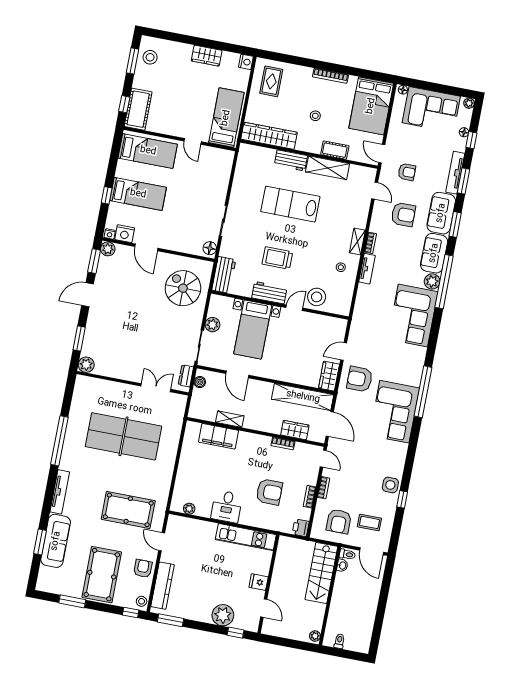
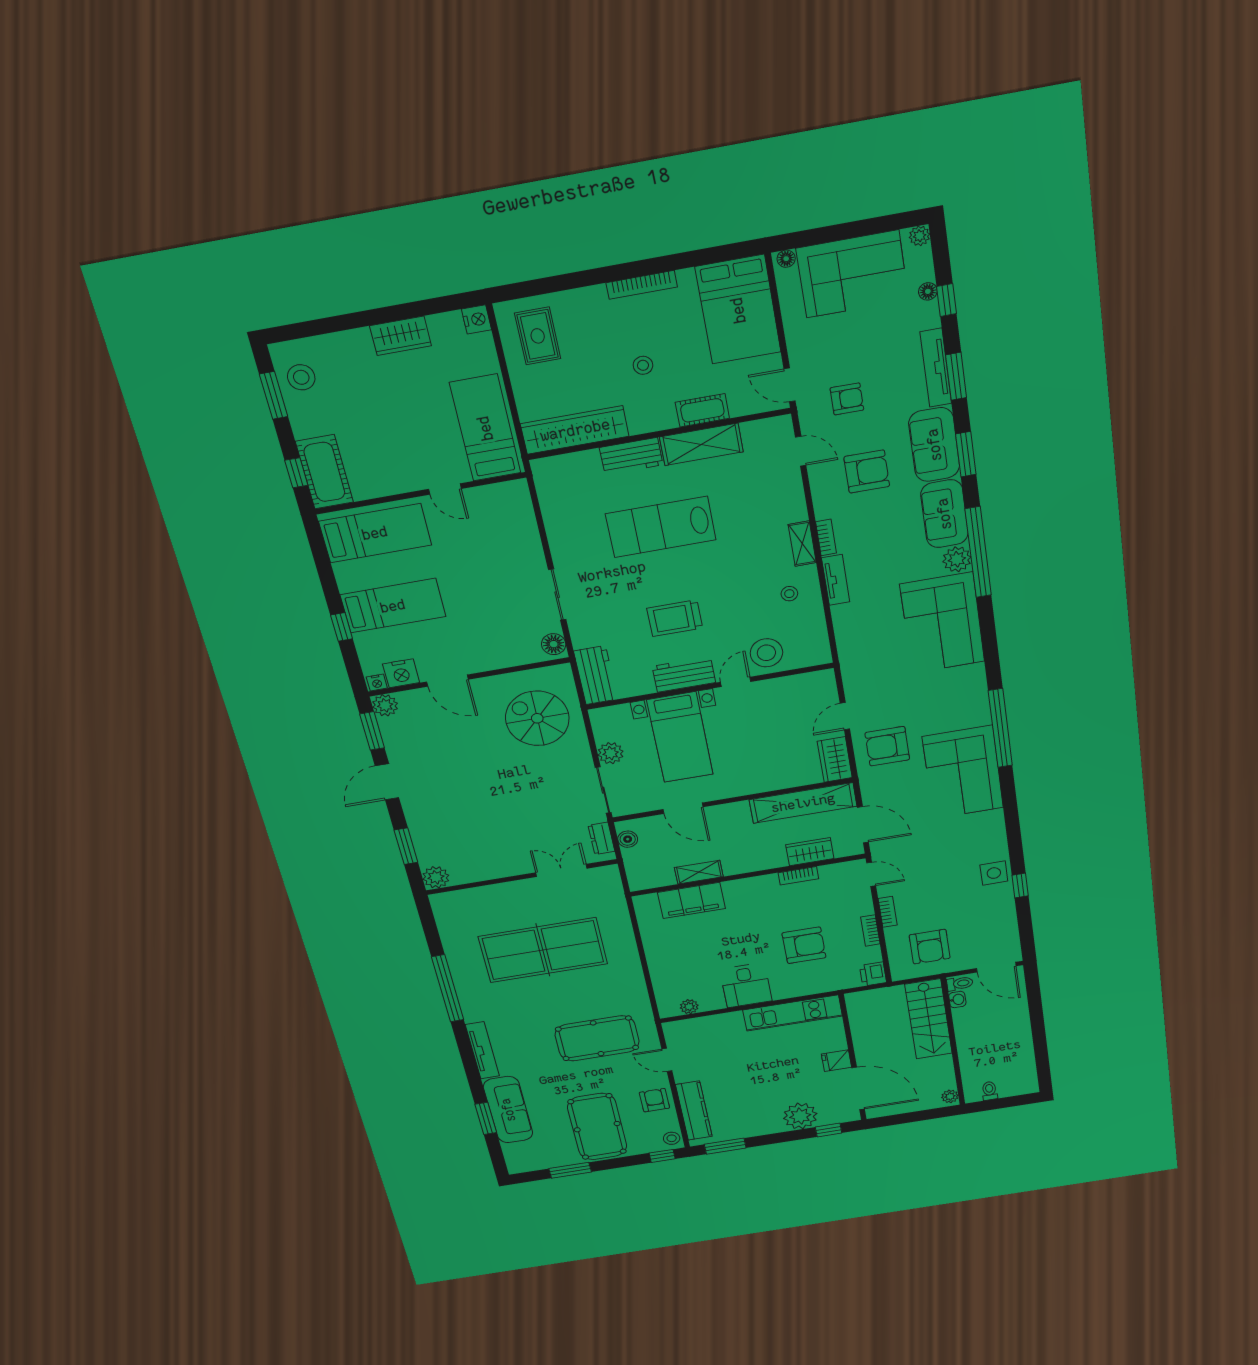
coffee table: (369, 522) -> (979, 932), removed
door: (264, 608) -> (858, 1088), width x1.88

